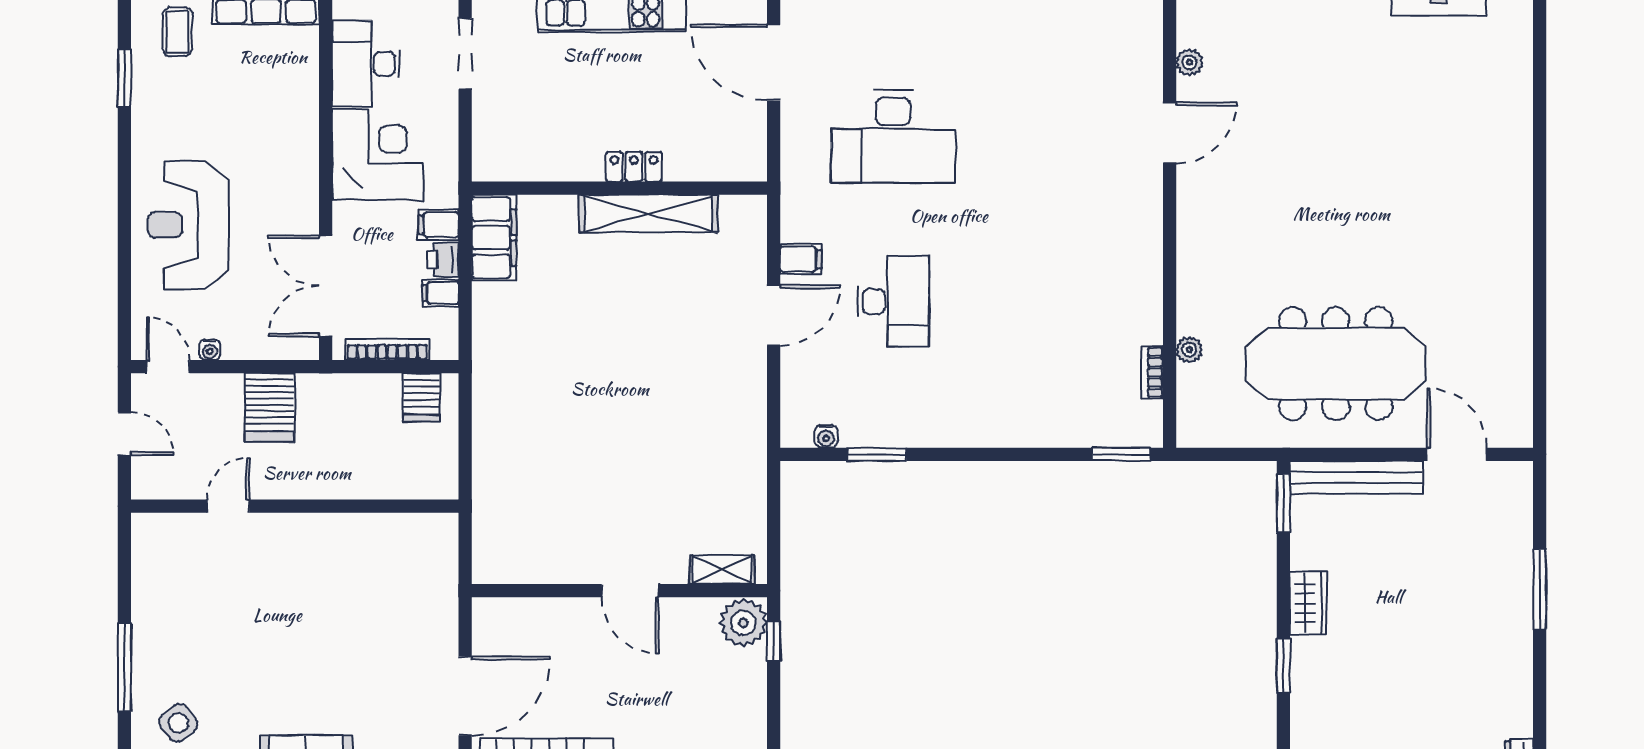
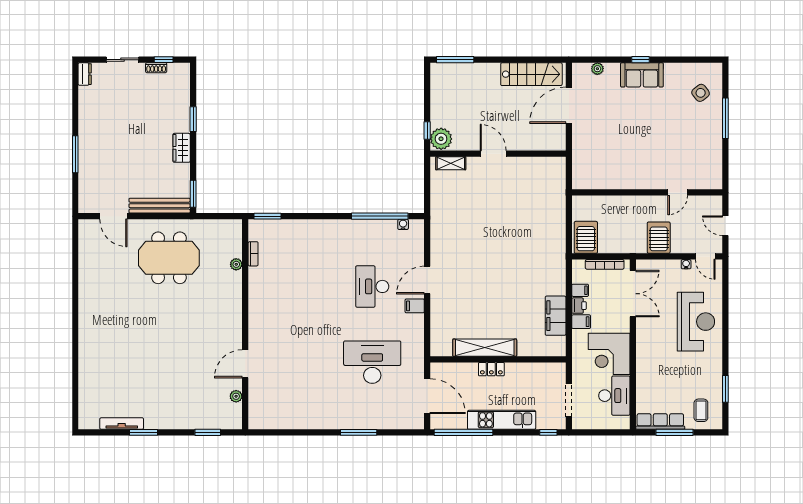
locker: (634, 167) -> (491, 369), moved
wall: (619, 188) -> (498, 359), moved
shelving: (648, 213) -> (485, 348), moved
meeting table: (1336, 364) -> (169, 258), width x0.73
server rack: (421, 398) -> (586, 237), width x1.36, depth x1.44
window: (877, 454) -> (380, 216), width x2.11

